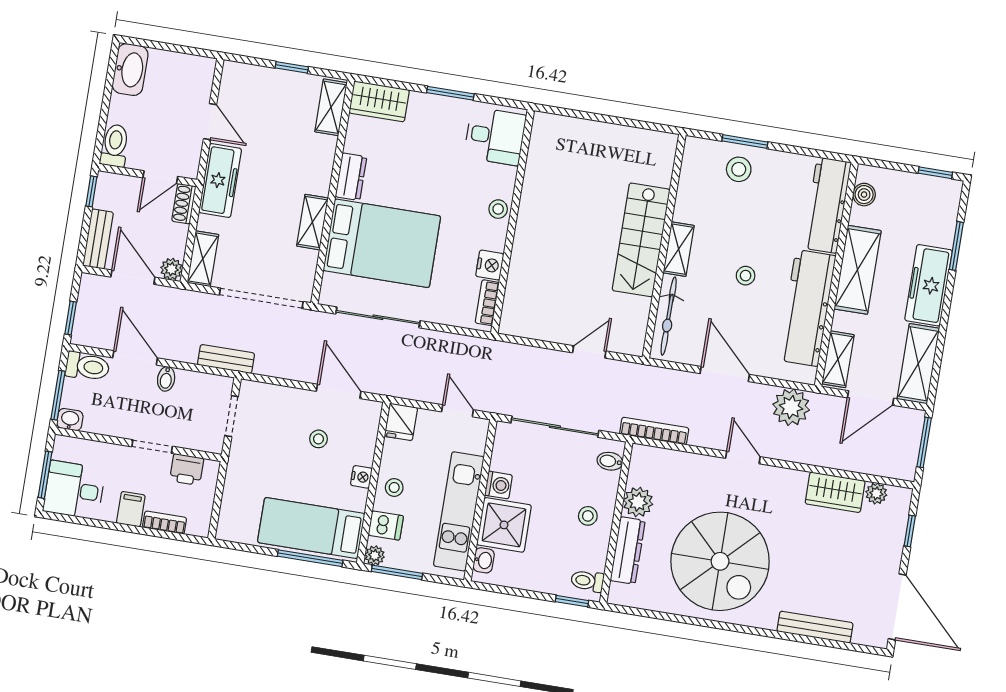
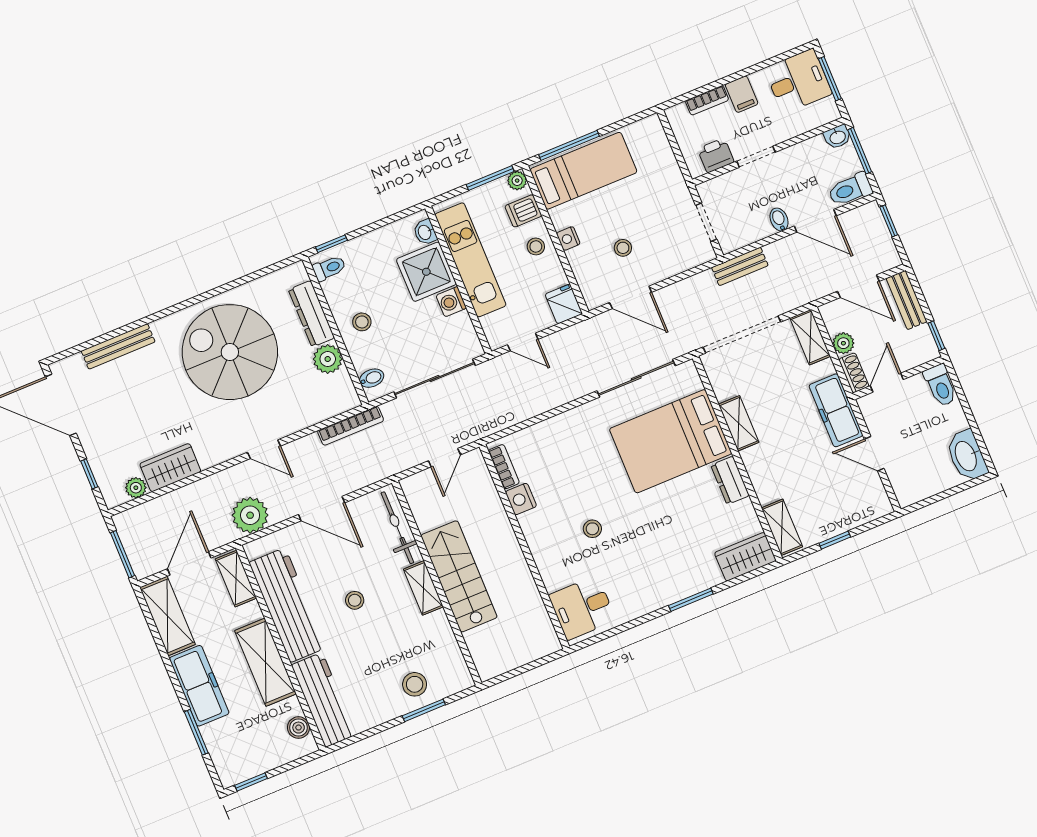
desk: (495, 136) -> (582, 608), moved
wall: (513, 221) -> (524, 547), moved
nightstand: (490, 265) -> (521, 499), moved
plant: (171, 269) -> (843, 343), moved
bookcase: (487, 303) -> (504, 467), moved

